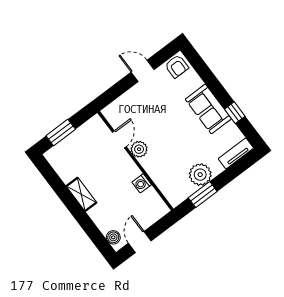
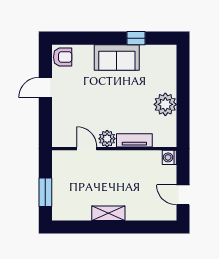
tv unit: (236, 153) -> (134, 140), moved, turned 90
washing machine: (142, 183) -> (169, 157), moved, turned 90
window: (203, 195) -> (183, 115), removed
boiler: (113, 237) -> (163, 214), removed

